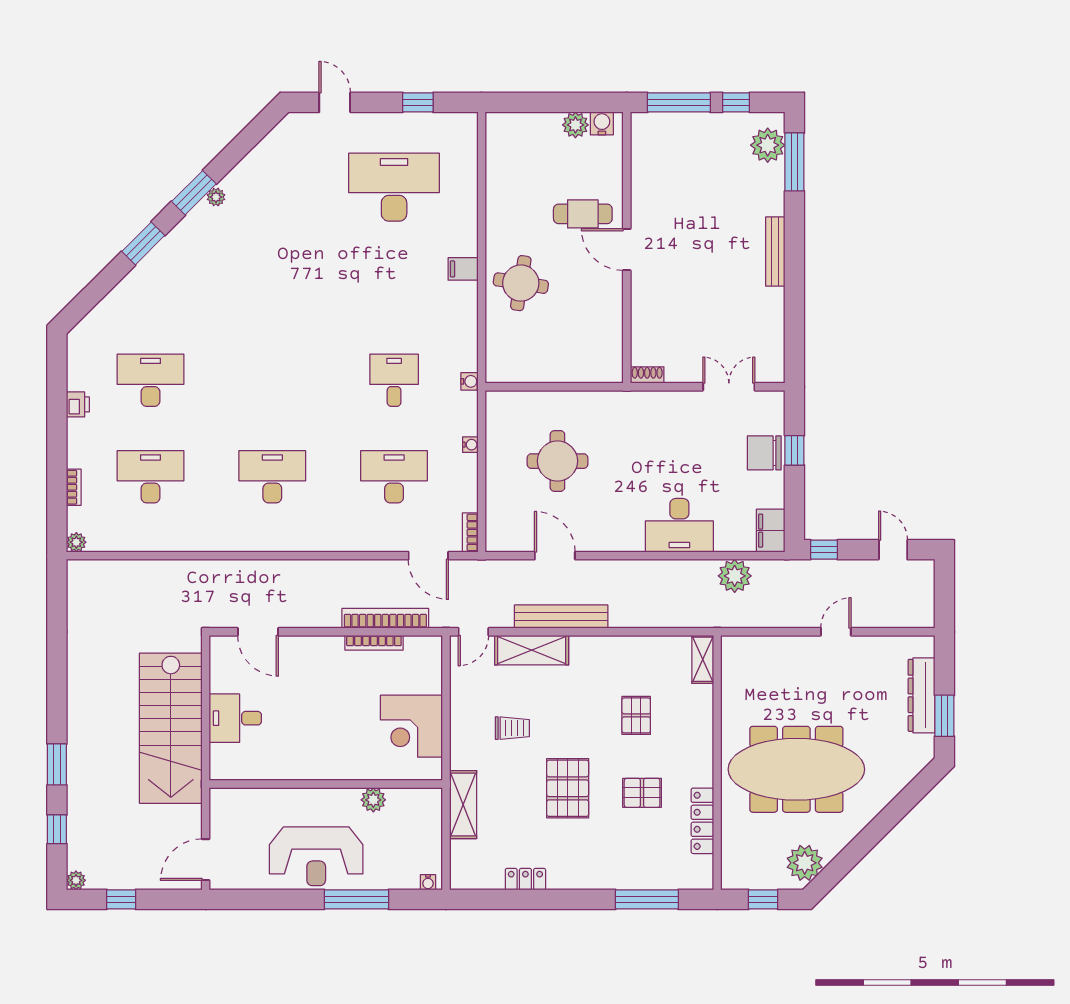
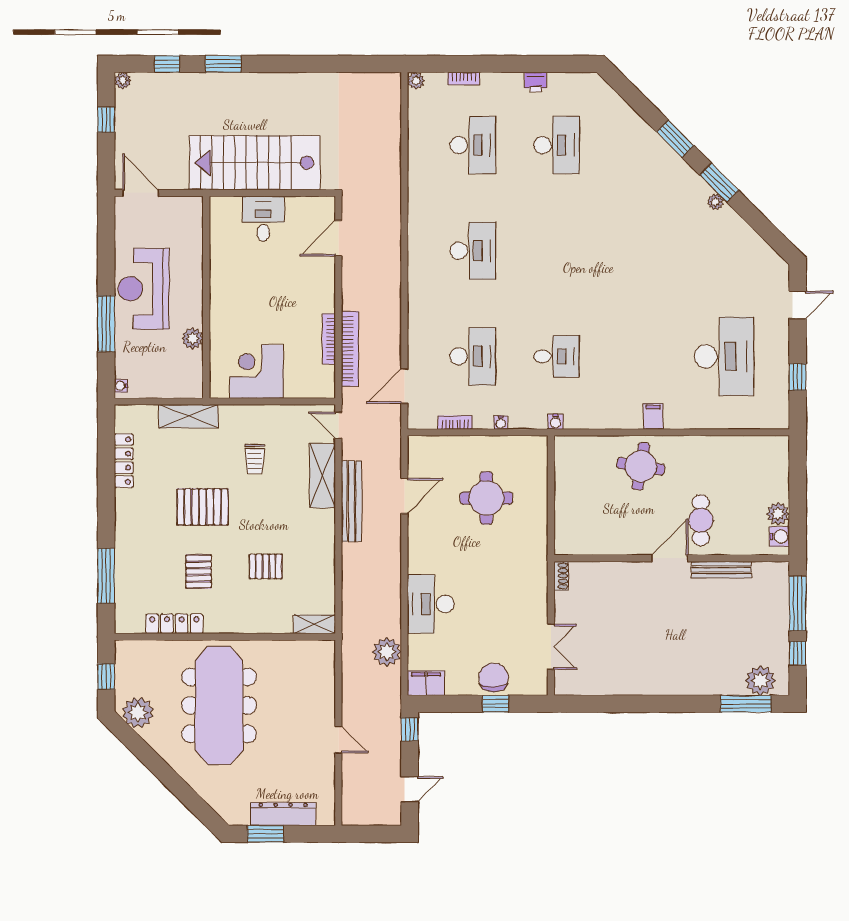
bench: (775, 251) -> (721, 570), moved
bookcase: (470, 532) -> (455, 422), moved
locker: (525, 879) -> (124, 461), width x1.53

